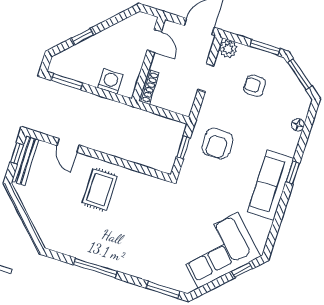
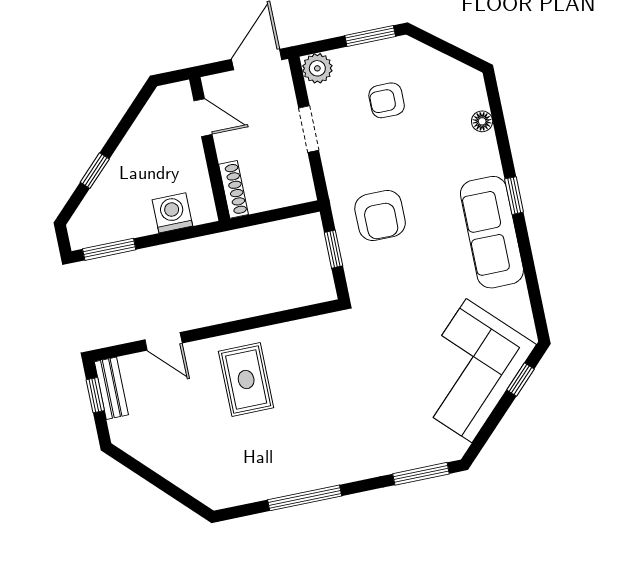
window: (300, 74) -> (443, 46), removed
bench: (25, 161) -> (111, 388), width x0.73

